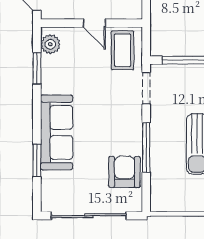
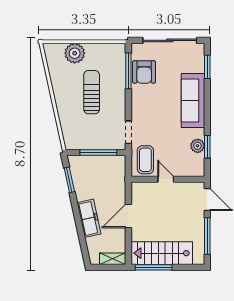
plant: (50, 44) -> (198, 146), moved
window: (146, 147) -> (128, 71), moved
window: (37, 160) -> (207, 67), moved

